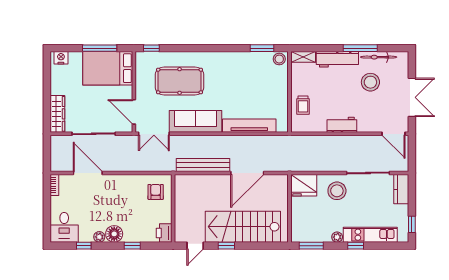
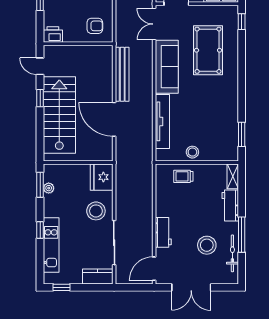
stool: (279, 59) -> (192, 152), moved
workbench: (337, 59) -> (230, 206), width x0.73
workbench: (342, 125) -> (163, 232), moved
plant: (337, 237) -> (49, 188), moved

